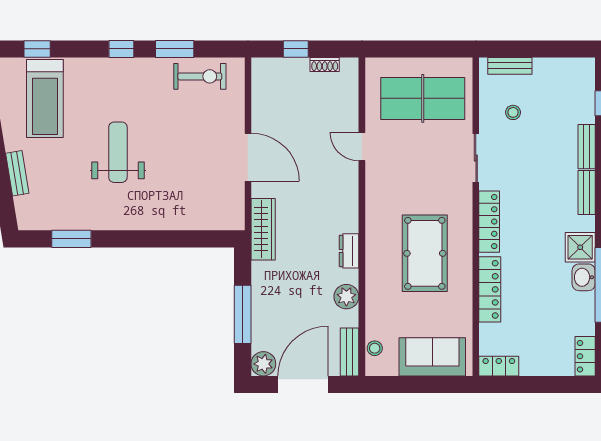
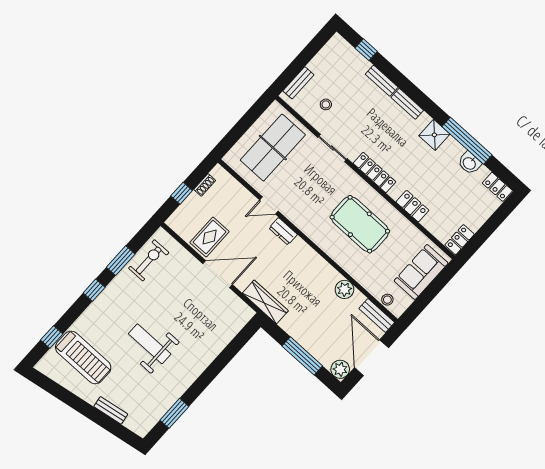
rug: (277, 116) -> (210, 237), added
dresser: (349, 251) -> (283, 231), moved
washbasin: (584, 277) -> (470, 163), moved
locker: (490, 289) -> (412, 206), width x0.66

